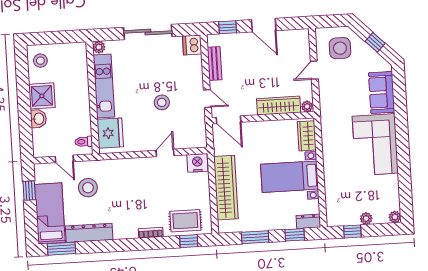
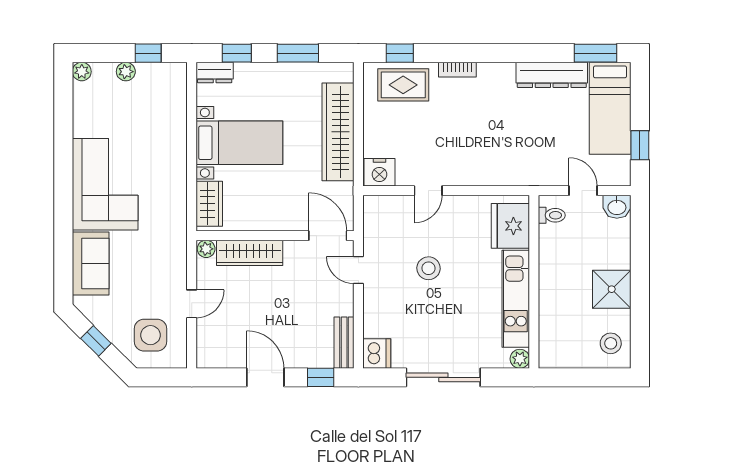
bench: (215, 64) -> (344, 343), moved
washbasin: (38, 119) -> (617, 207), moved, turned -90
stool: (88, 188) -> (549, 144), removed

